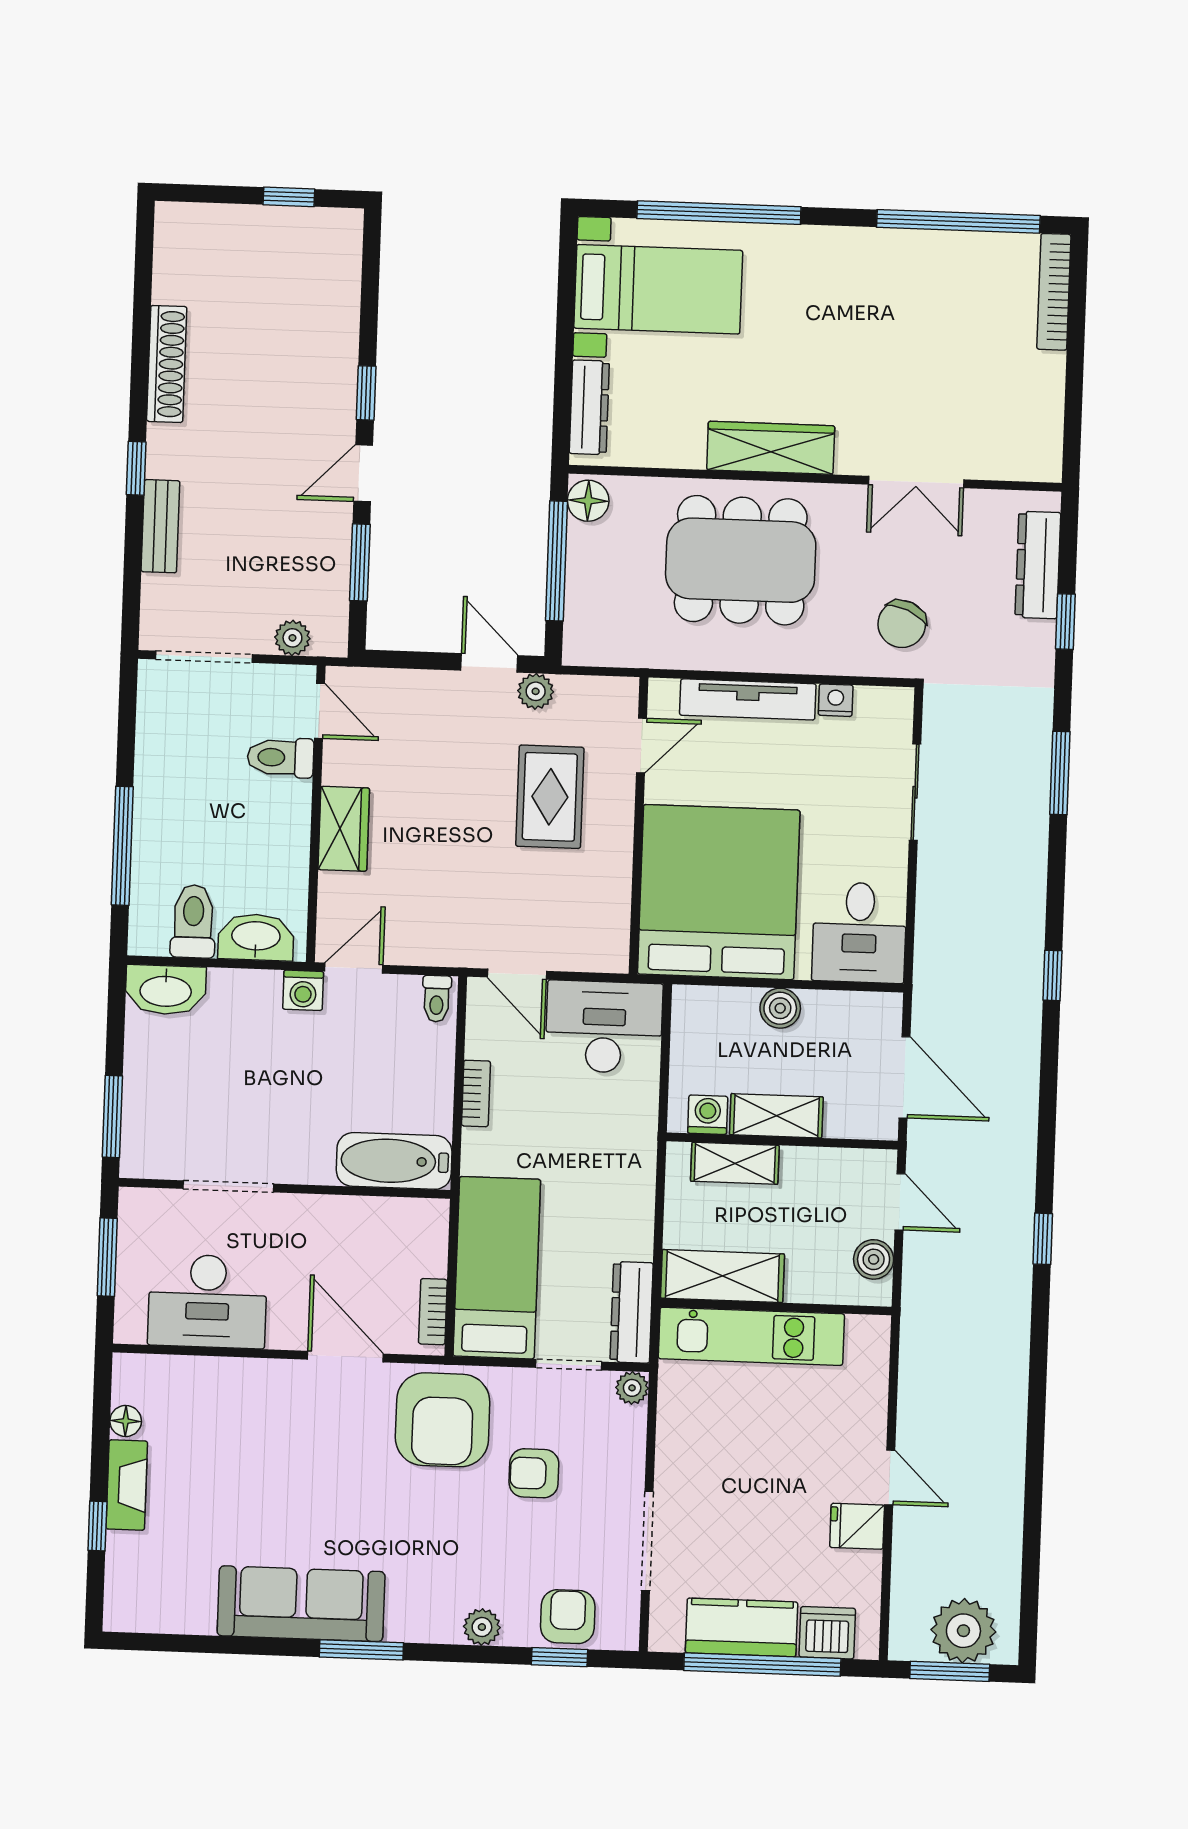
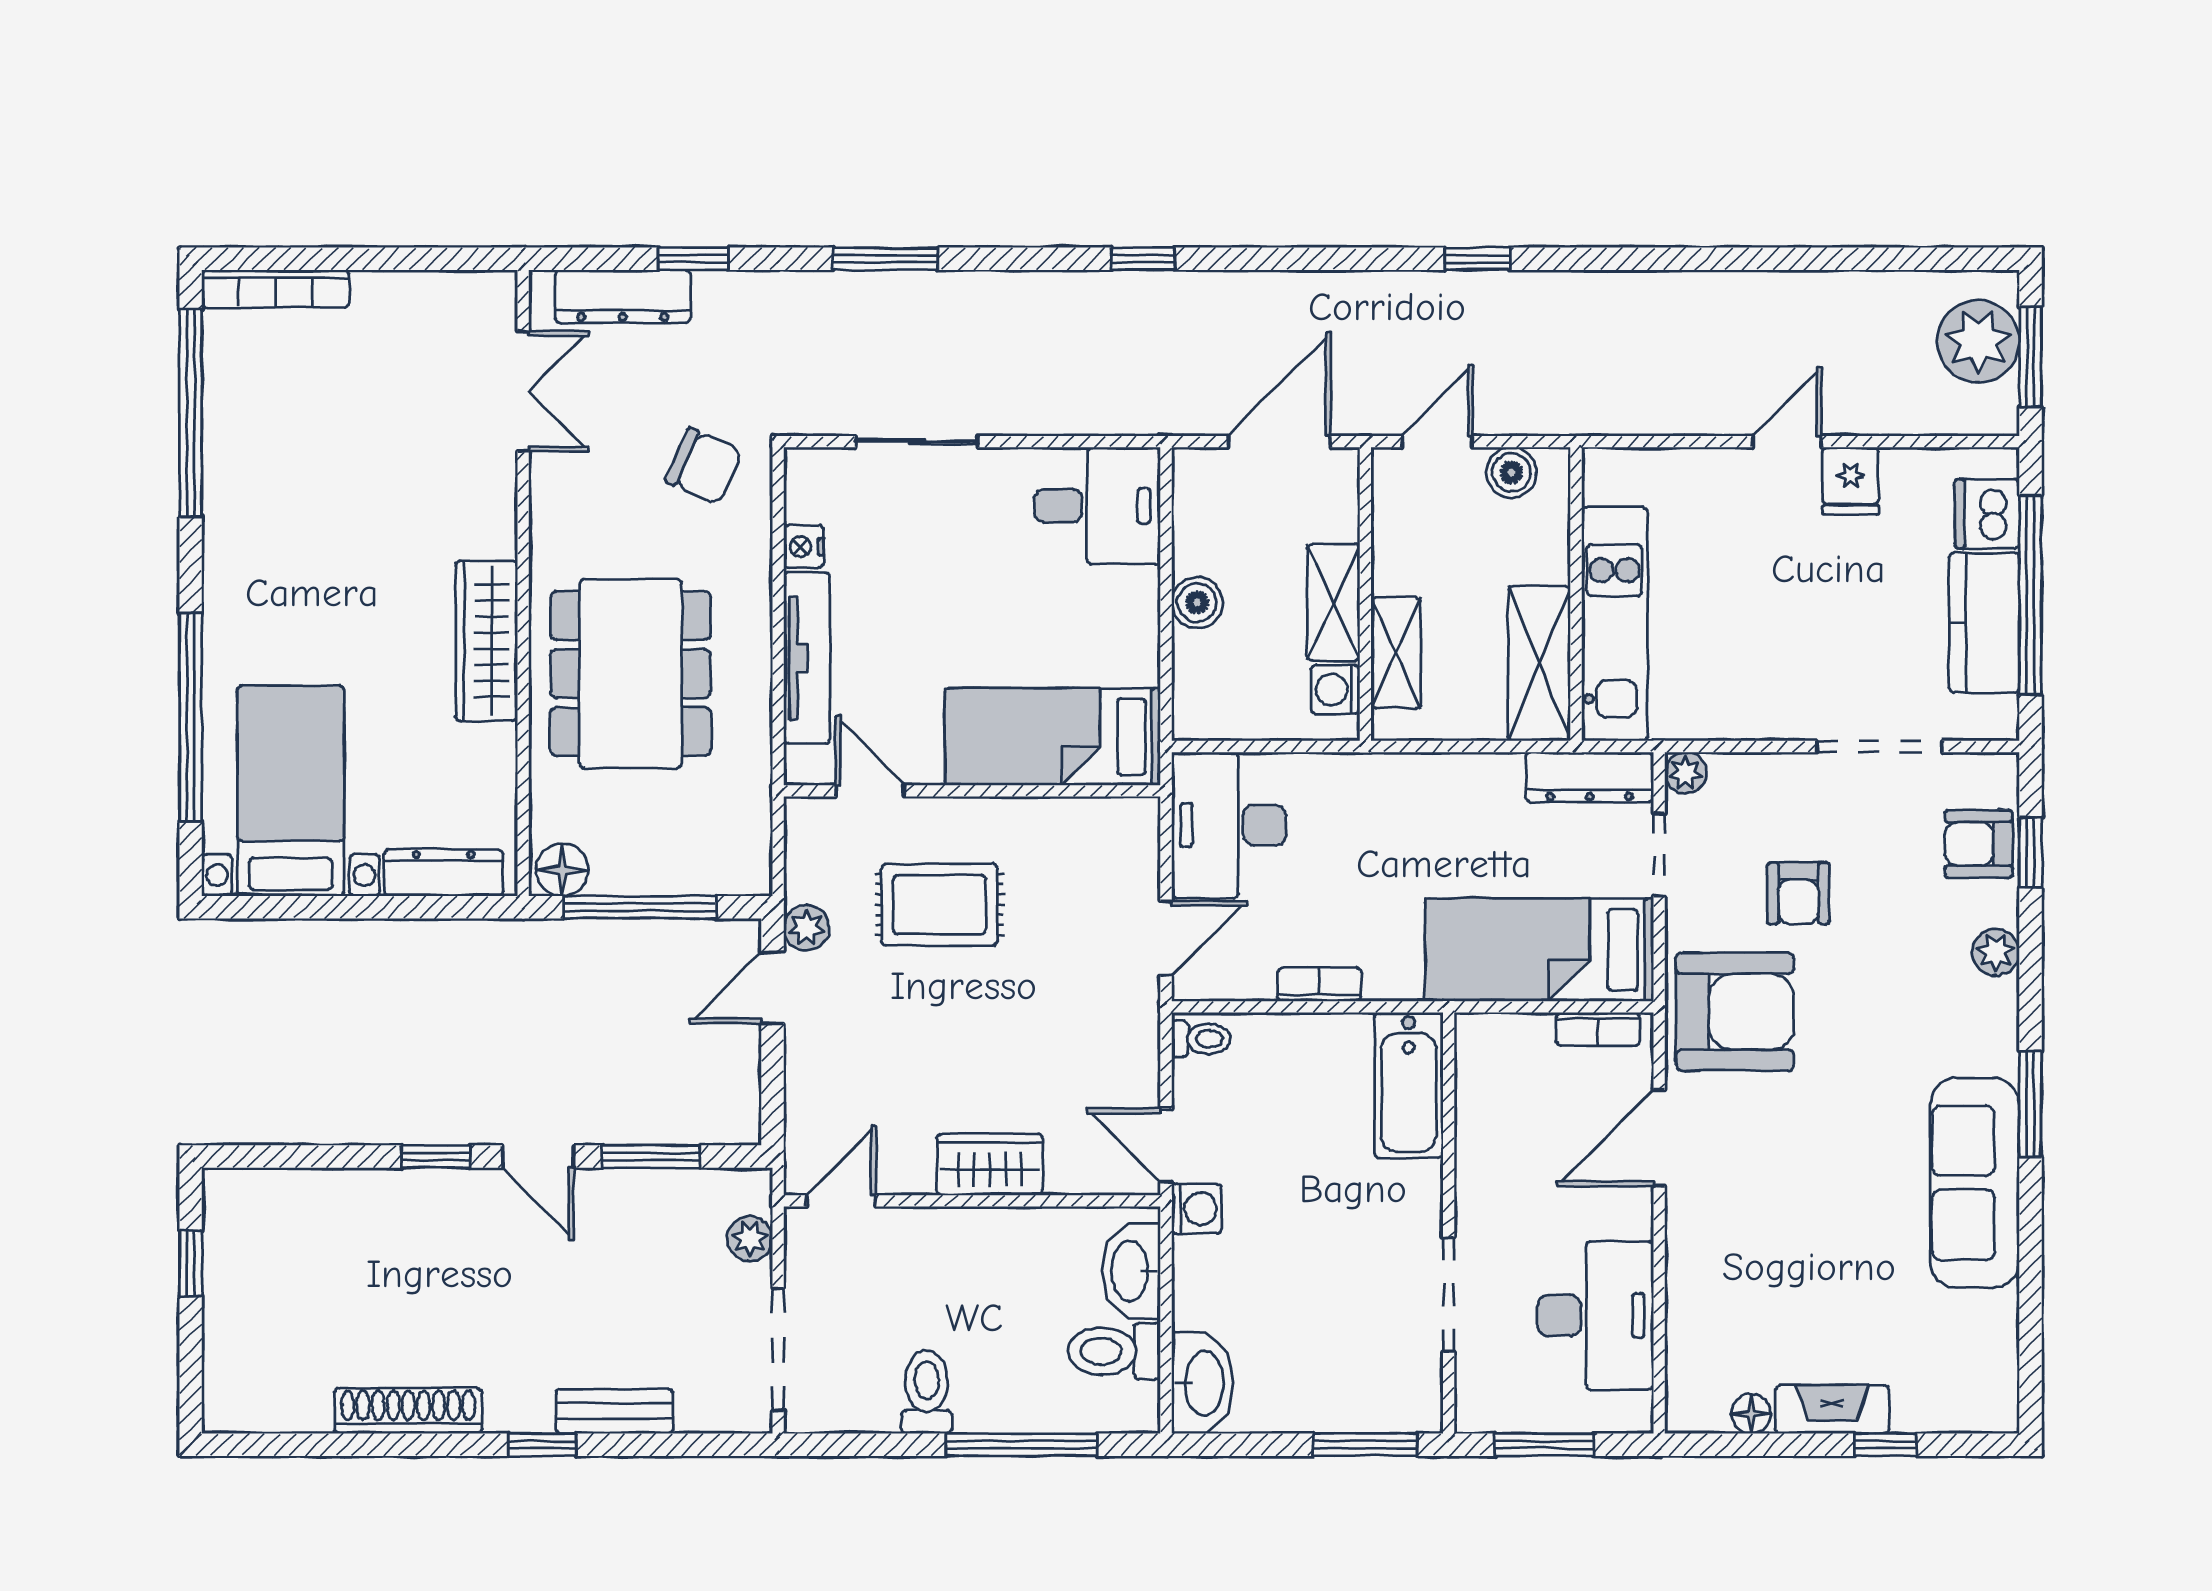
double door: (916, 482) -> (523, 391), moved
toilet: (281, 757) -> (927, 1392), moved, turned 180
bed: (719, 892) -> (1053, 737), width x0.49

